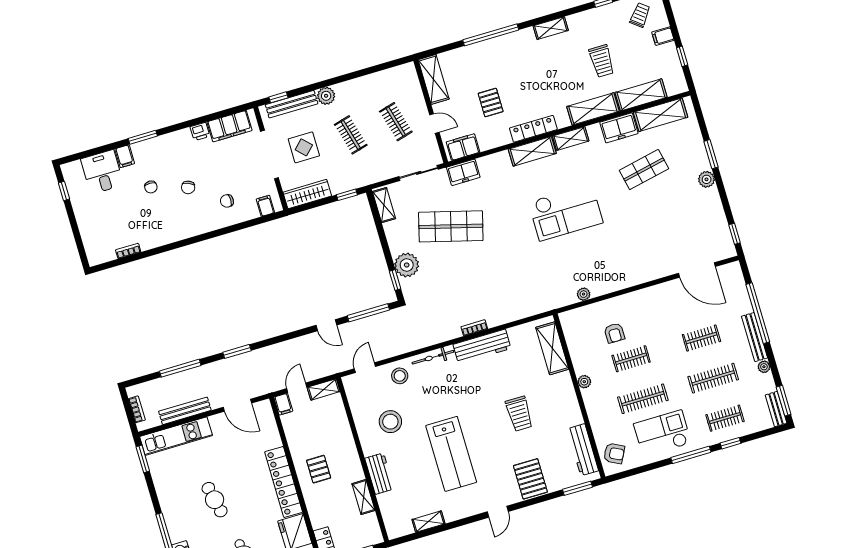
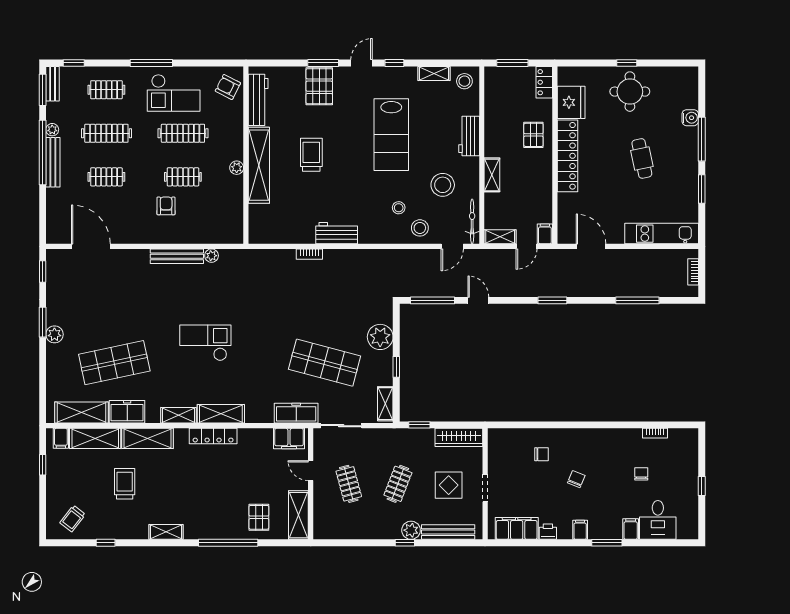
filing cabinet: (663, 36) -> (61, 438), moved, turned 90
window: (278, 97) -> (405, 543), moved
pallet: (491, 102) -> (259, 517), moved
clothes rail: (351, 135) -> (398, 484), turned 36
window: (711, 154) -> (43, 322), moved
doorway: (269, 155) -> (485, 488), width x0.53
shop shelf: (644, 170) -> (114, 363), width x1.43, depth x1.36
freezer: (463, 172) -> (296, 413), width x1.40
chair: (151, 187) -> (641, 474), moved
window: (64, 191) -> (702, 486), moved
filing cabinet: (265, 206) -> (580, 530), moved, turned 180
checkout: (566, 212) -> (205, 343), width x0.73, depth x0.83
window: (395, 280) -> (396, 367), moved
window: (758, 313) -> (43, 152), moved
bookcase: (474, 328) -> (309, 254), moved
armchair: (614, 333) -> (166, 206), moved
workbench: (482, 346) -> (337, 233), width x0.73
shelving: (552, 348) -> (259, 165), moved, width x1.47
window: (237, 351) -> (552, 300), moved
bicycle: (433, 357) -> (472, 221), moved, turned -90
stool: (425, 389) -> (399, 208), added
bench: (185, 411) -> (177, 256), moved
window: (731, 443) -> (74, 63), moved
lab bench: (451, 454) -> (391, 135), turned 180
window: (143, 459) -> (702, 189), moved
pallet: (319, 469) -> (533, 135), moved
window: (577, 488) -> (323, 63), moved
shelving: (363, 497) -> (492, 175), moved
window: (468, 521) -> (394, 63), added
stool: (398, 523) -> (464, 81), added

